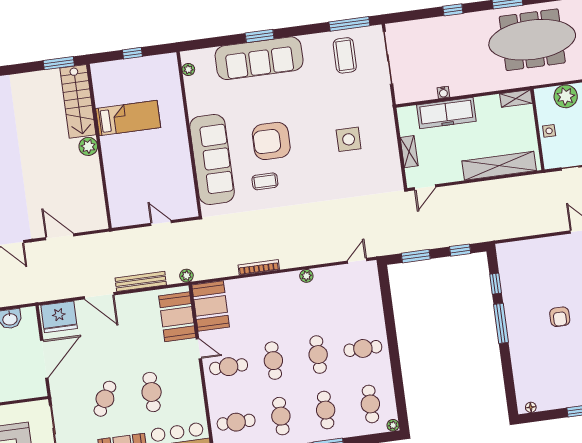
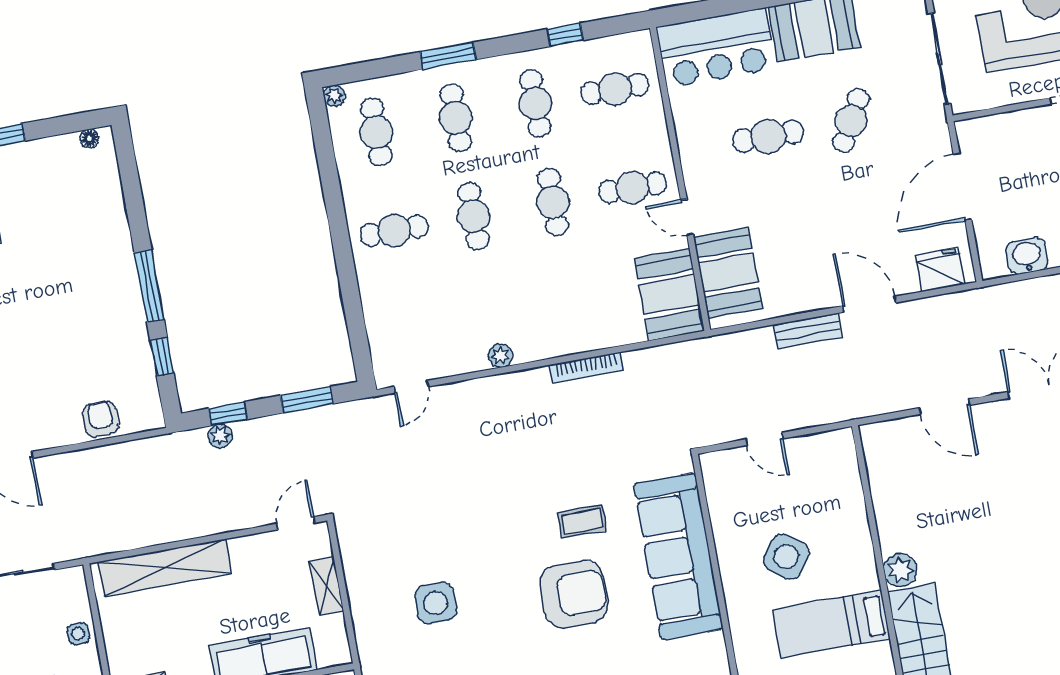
side table: (152, 157) -> (786, 557), added
plant: (186, 276) -> (220, 436), moved
bench: (141, 281) -> (808, 331), width x0.73
fridge: (59, 317) -> (940, 270), width x0.73, depth x0.75
armchair: (560, 317) -> (101, 419), moved
cafe table: (152, 392) -> (768, 136), turned 90

